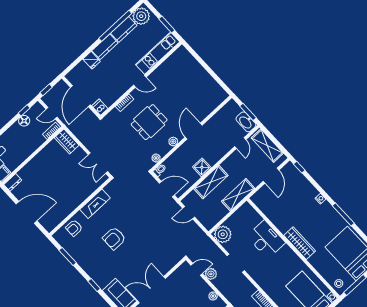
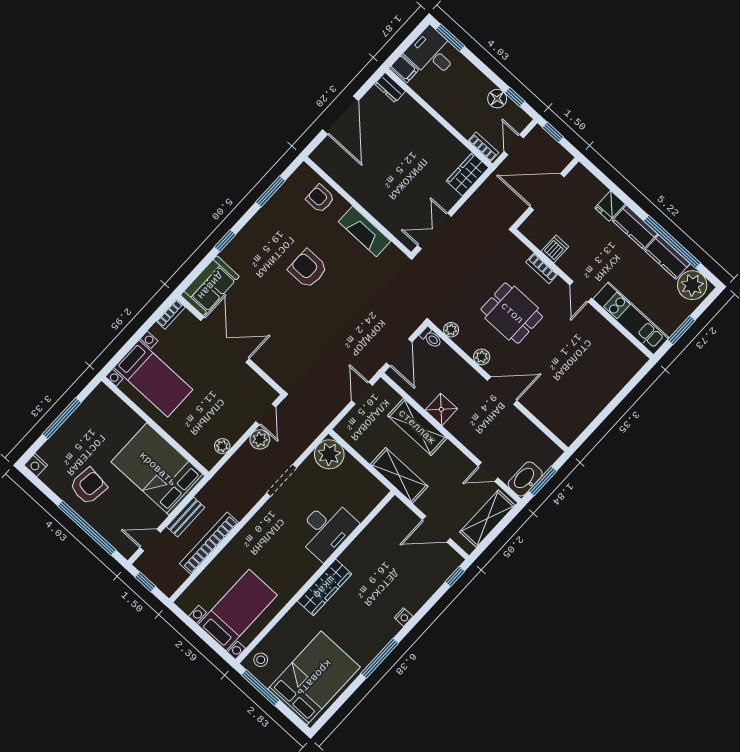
dishwasher: (100, 107) -> (555, 249), moved

